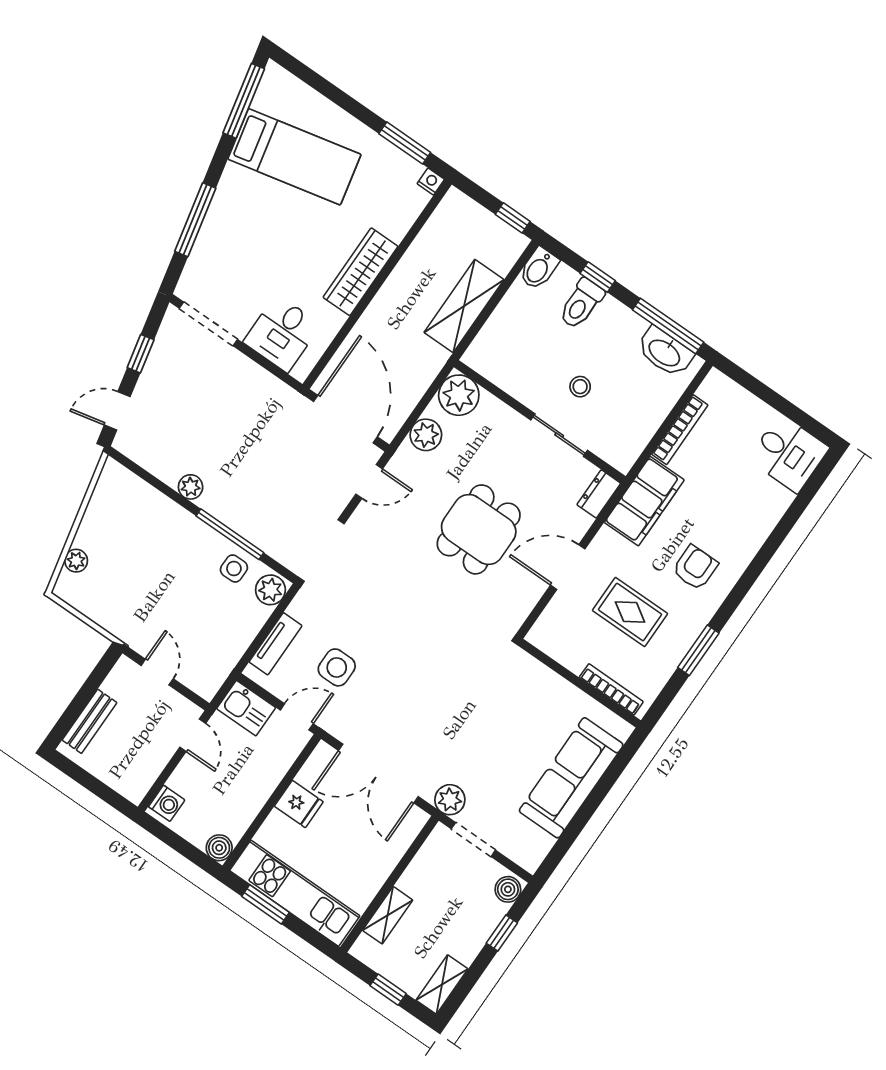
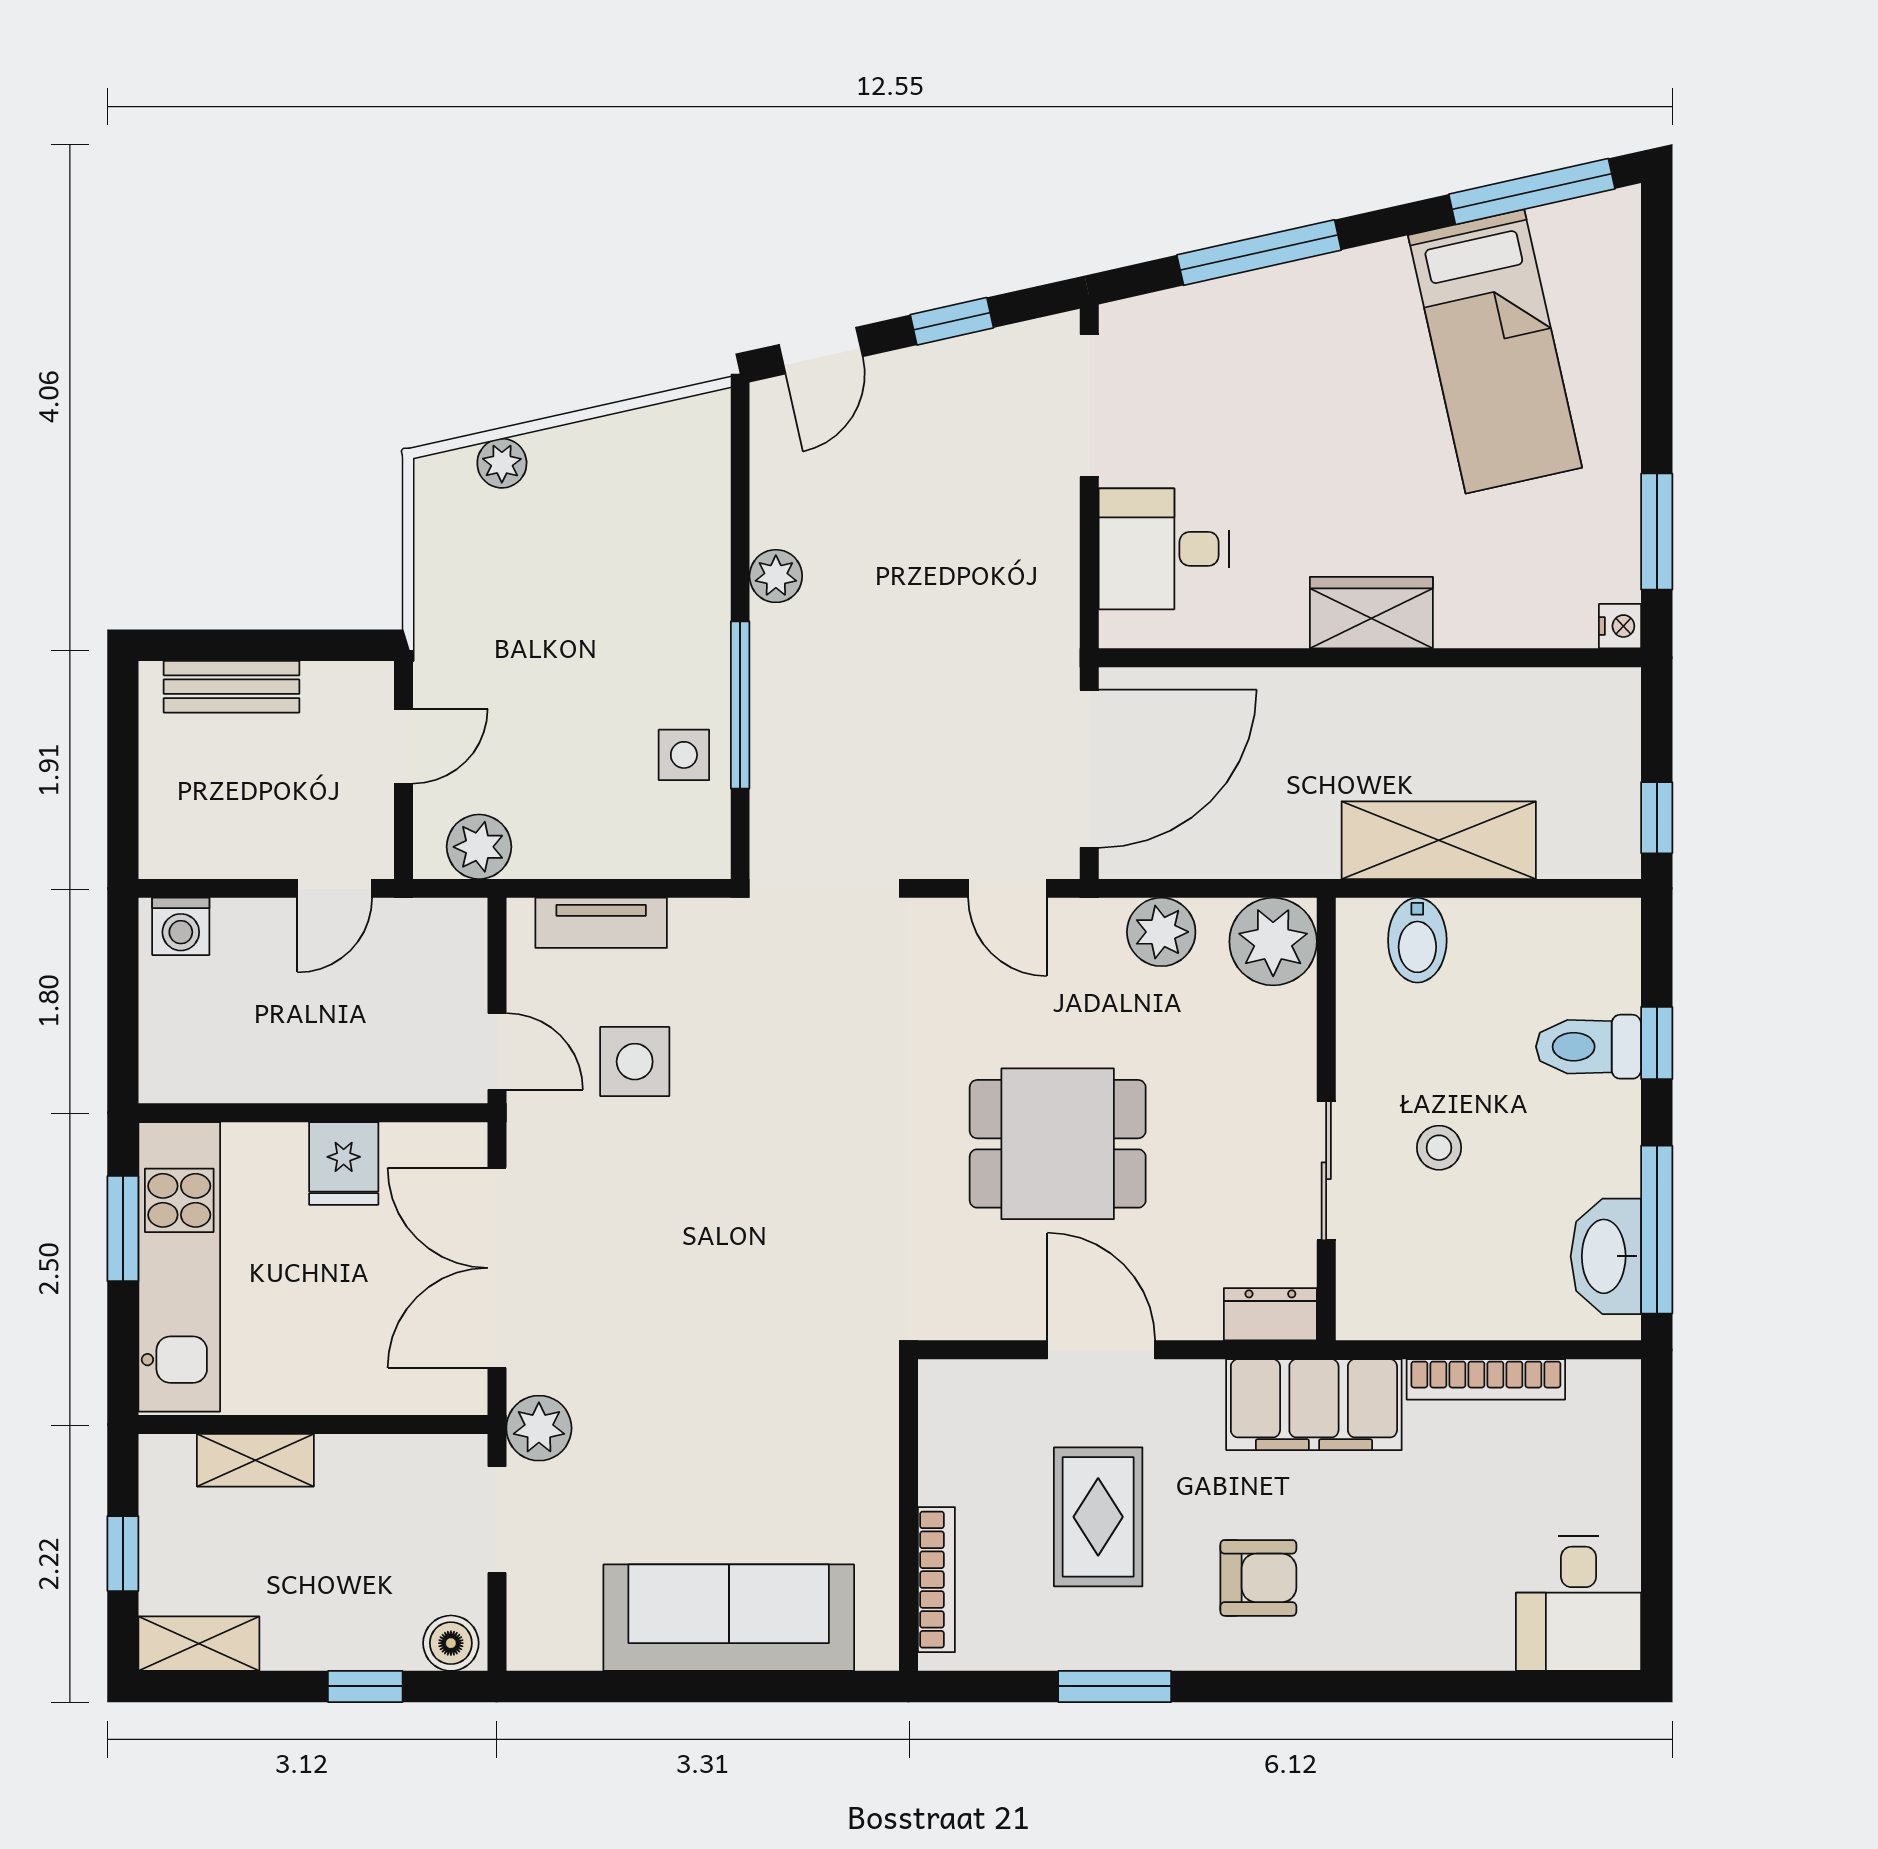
bidet: (539, 268) -> (1417, 940), moved, turned -90
wardrobe: (361, 272) -> (1371, 613), width x0.67
door: (117, 411) -> (821, 351), swing flipped
plant: (270, 590) -> (479, 847), moved
kitchen sink: (246, 708) -> (450, 950), removed
boiler: (219, 848) -> (166, 1075), removed

